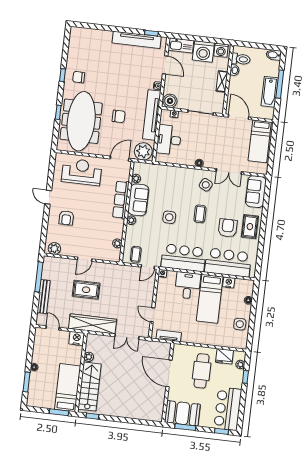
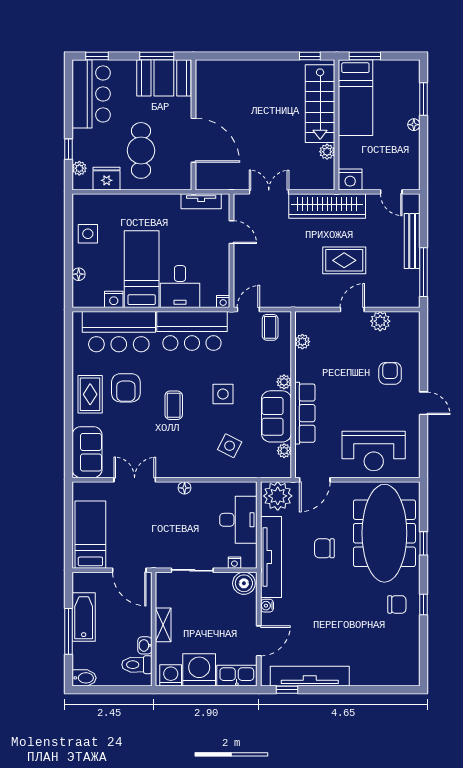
door: (165, 65) -> (259, 641), swing flipped
side table: (206, 185) -> (230, 446), moved
plant: (54, 249) -> (380, 321), moved

